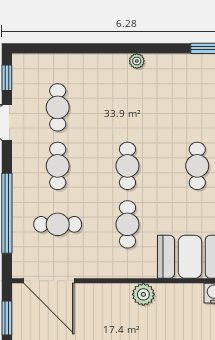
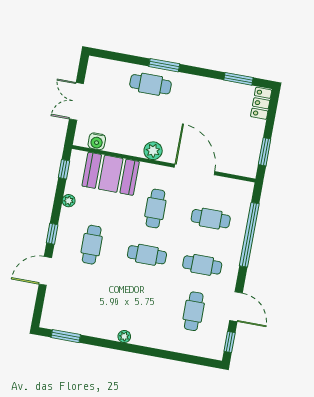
cafe table: (58, 166) -> (202, 265), turned 90
cafe table: (127, 166) -> (147, 255), turned 90
door: (49, 281) -> (195, 169), moved

